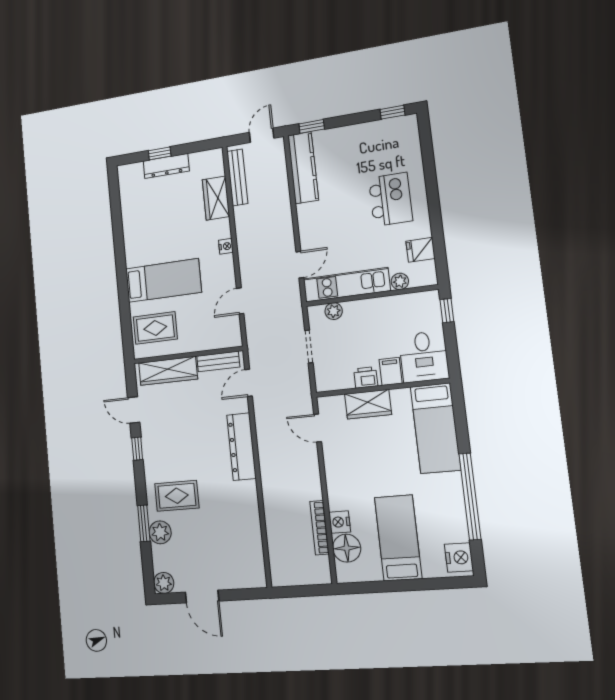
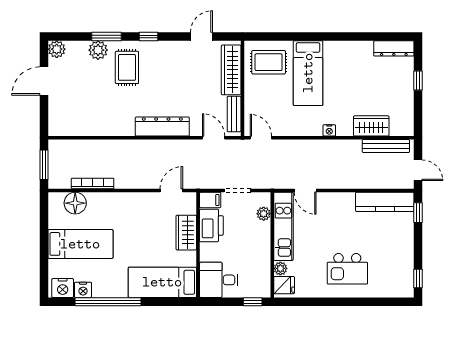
dresser: (166, 166) -> (394, 48), moved, turned -90
fridge: (420, 250) -> (284, 285), moved, turned 90
door: (240, 301) -> (261, 138), moved
rug: (155, 328) -> (269, 62), turned 90
filing cabinet: (391, 371) -> (210, 200), moved
printer: (366, 377) -> (211, 225), width x1.87, depth x1.48
window: (137, 449) -> (148, 36), moved
nightstand: (340, 522) -> (83, 290), moved, turned 180
window: (303, 591) -> (44, 165), added

